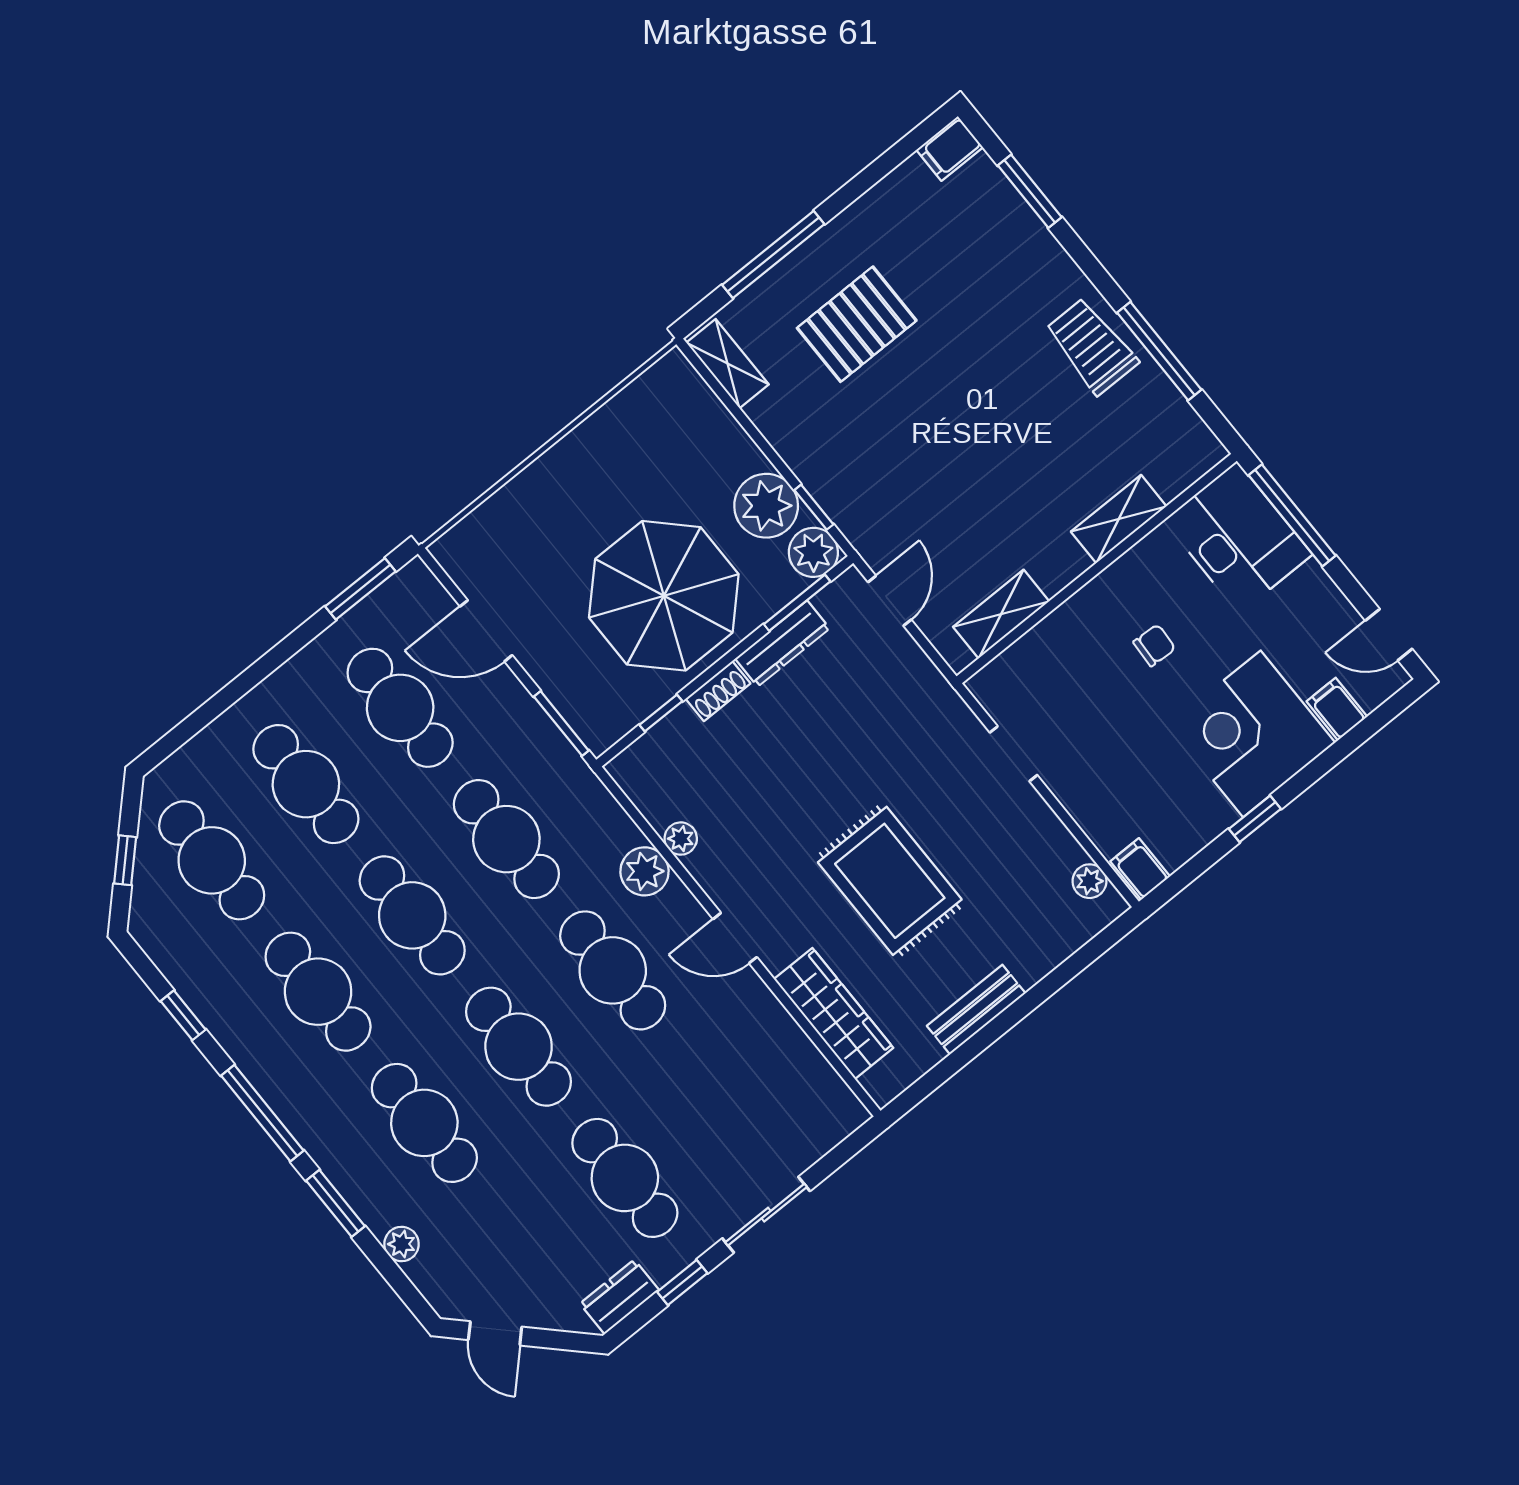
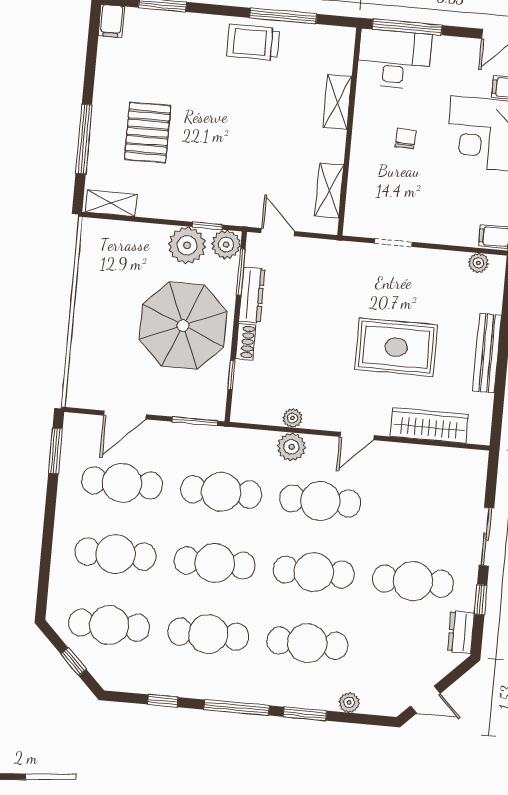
bench: (976, 1010) -> (487, 353), width x1.36

